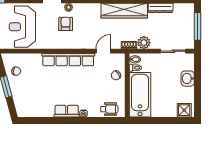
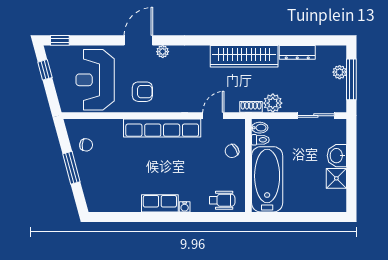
plant: (189, 21) -> (340, 72), added
armchair: (66, 24) -> (142, 92), moved, turned 90
shower: (184, 110) -> (336, 178), moved

